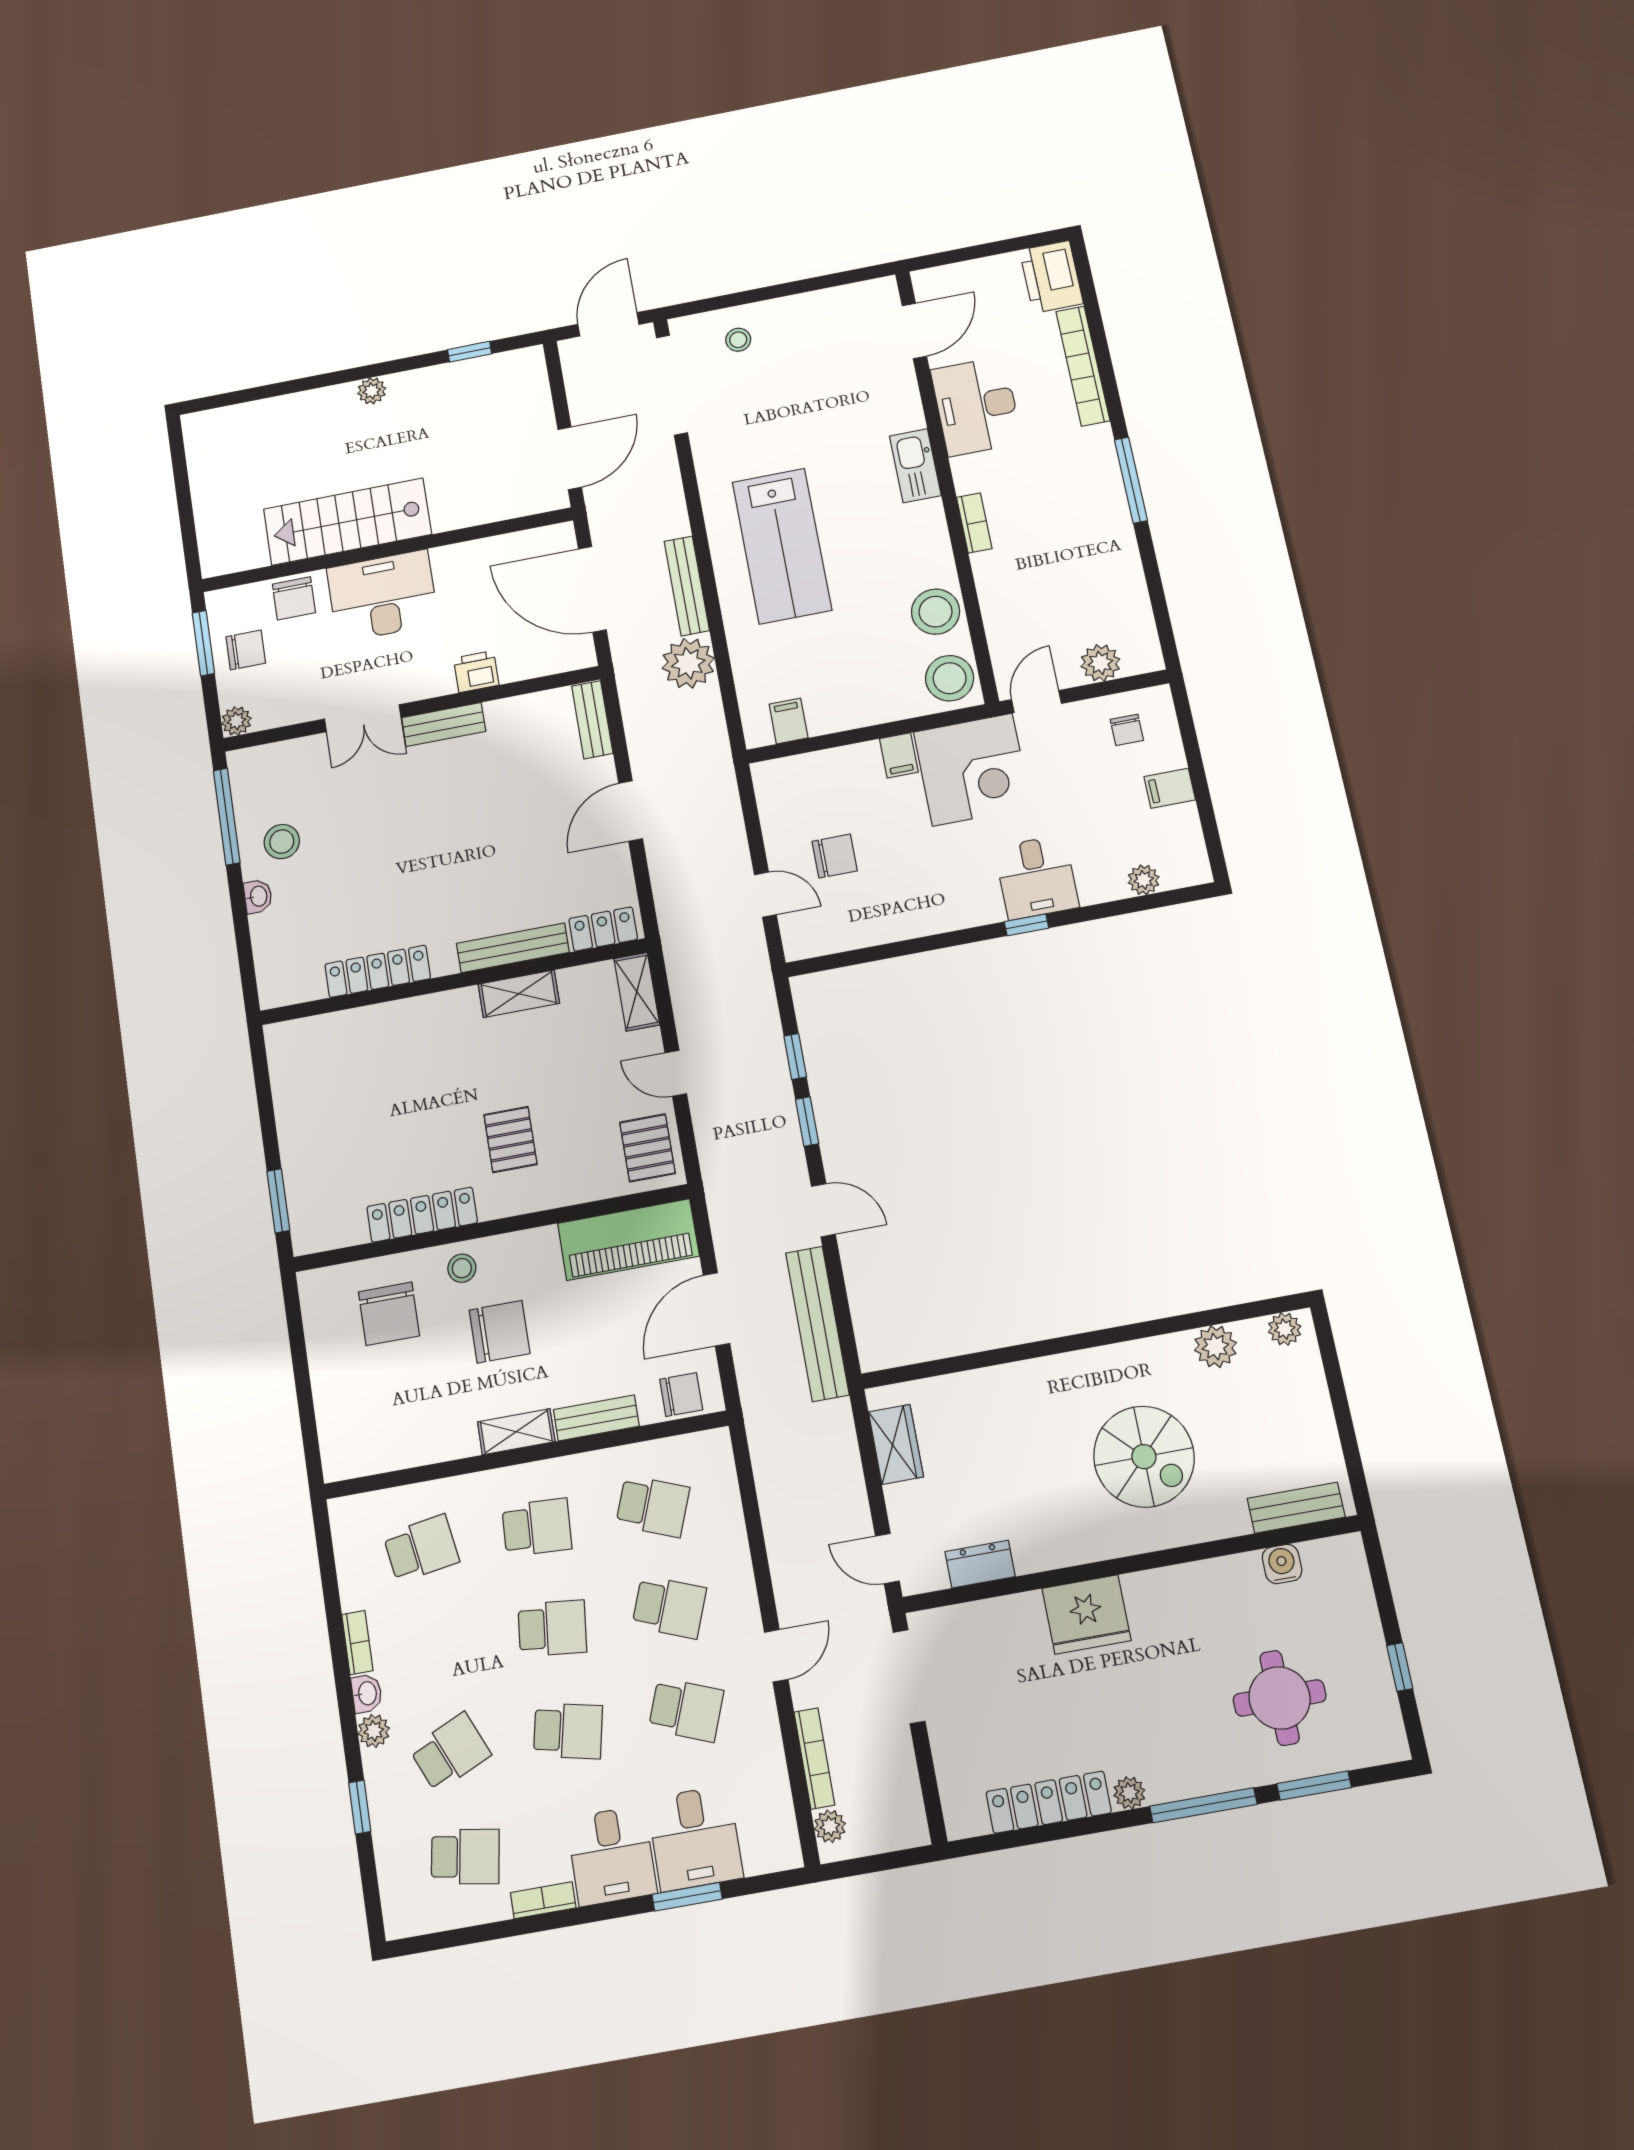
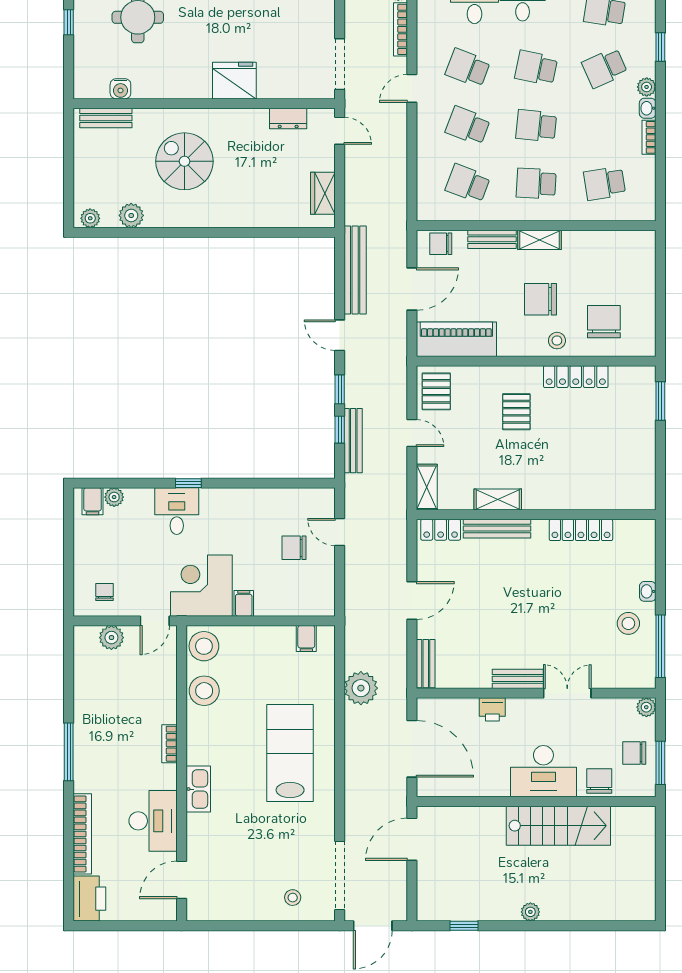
bench: (687, 586) -> (353, 441), moved
filing cabinet: (1170, 788) -> (93, 501), moved, turned 90

